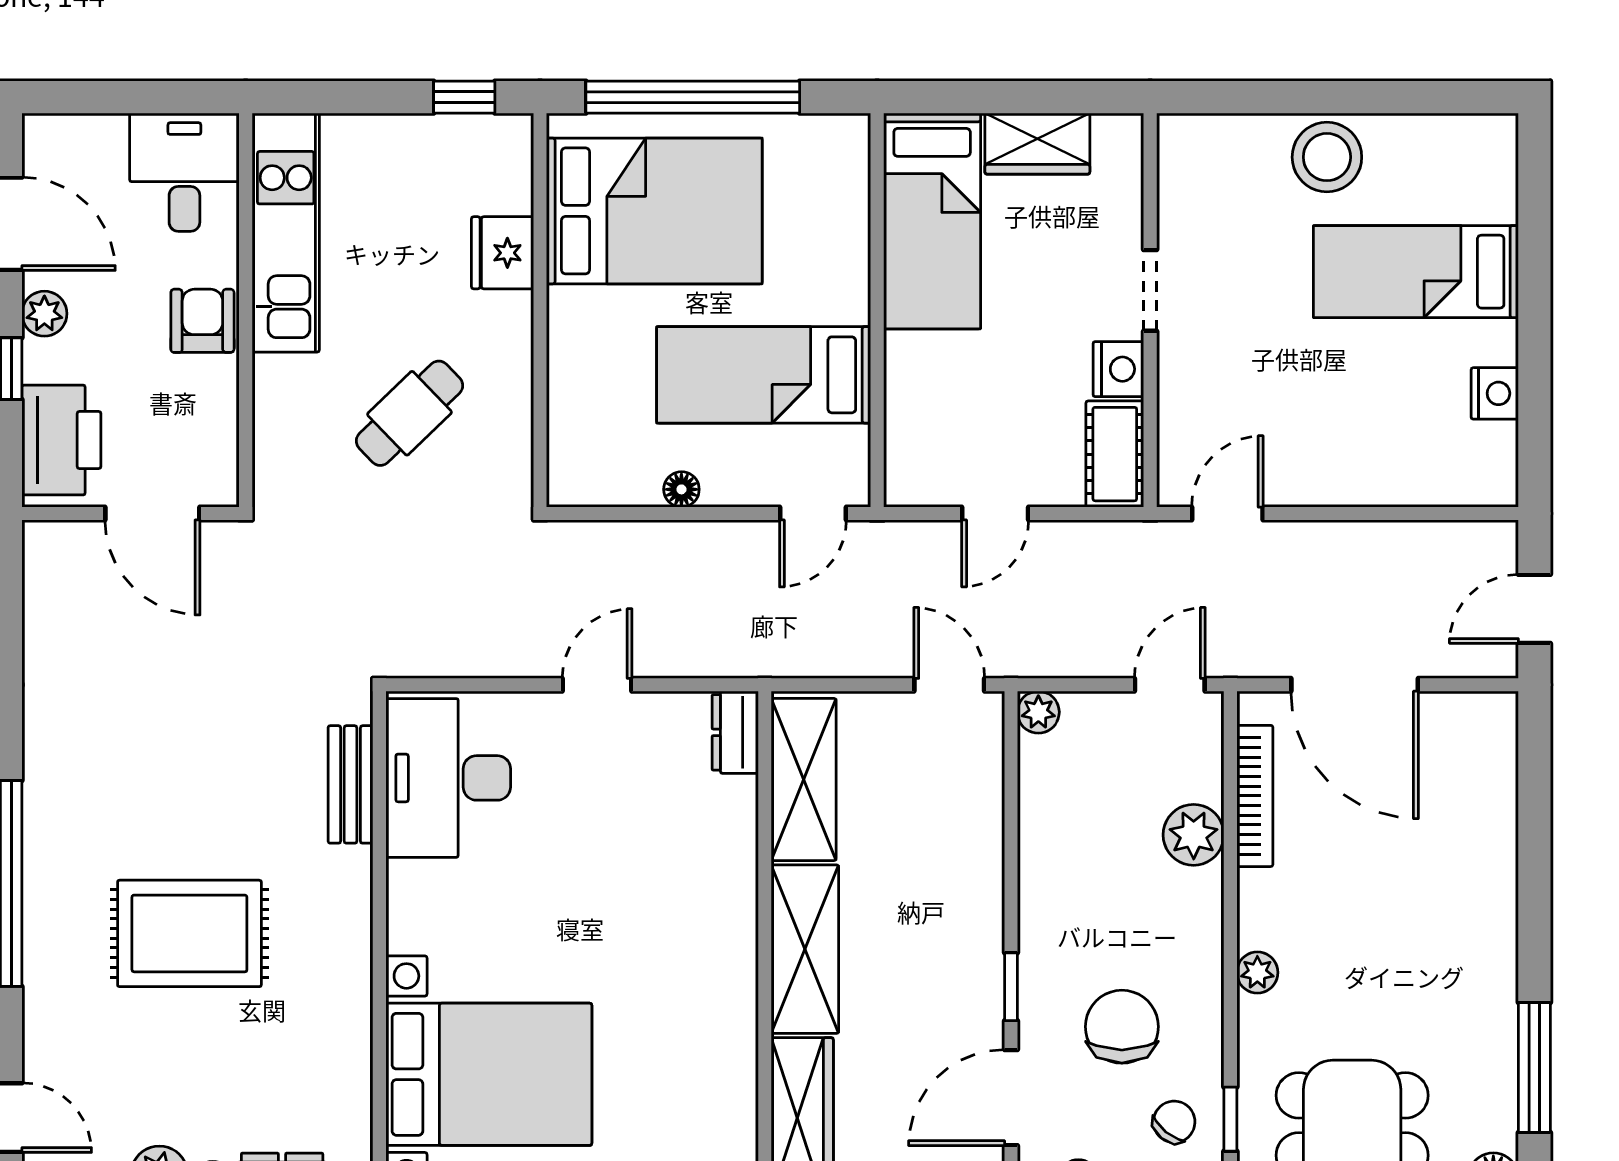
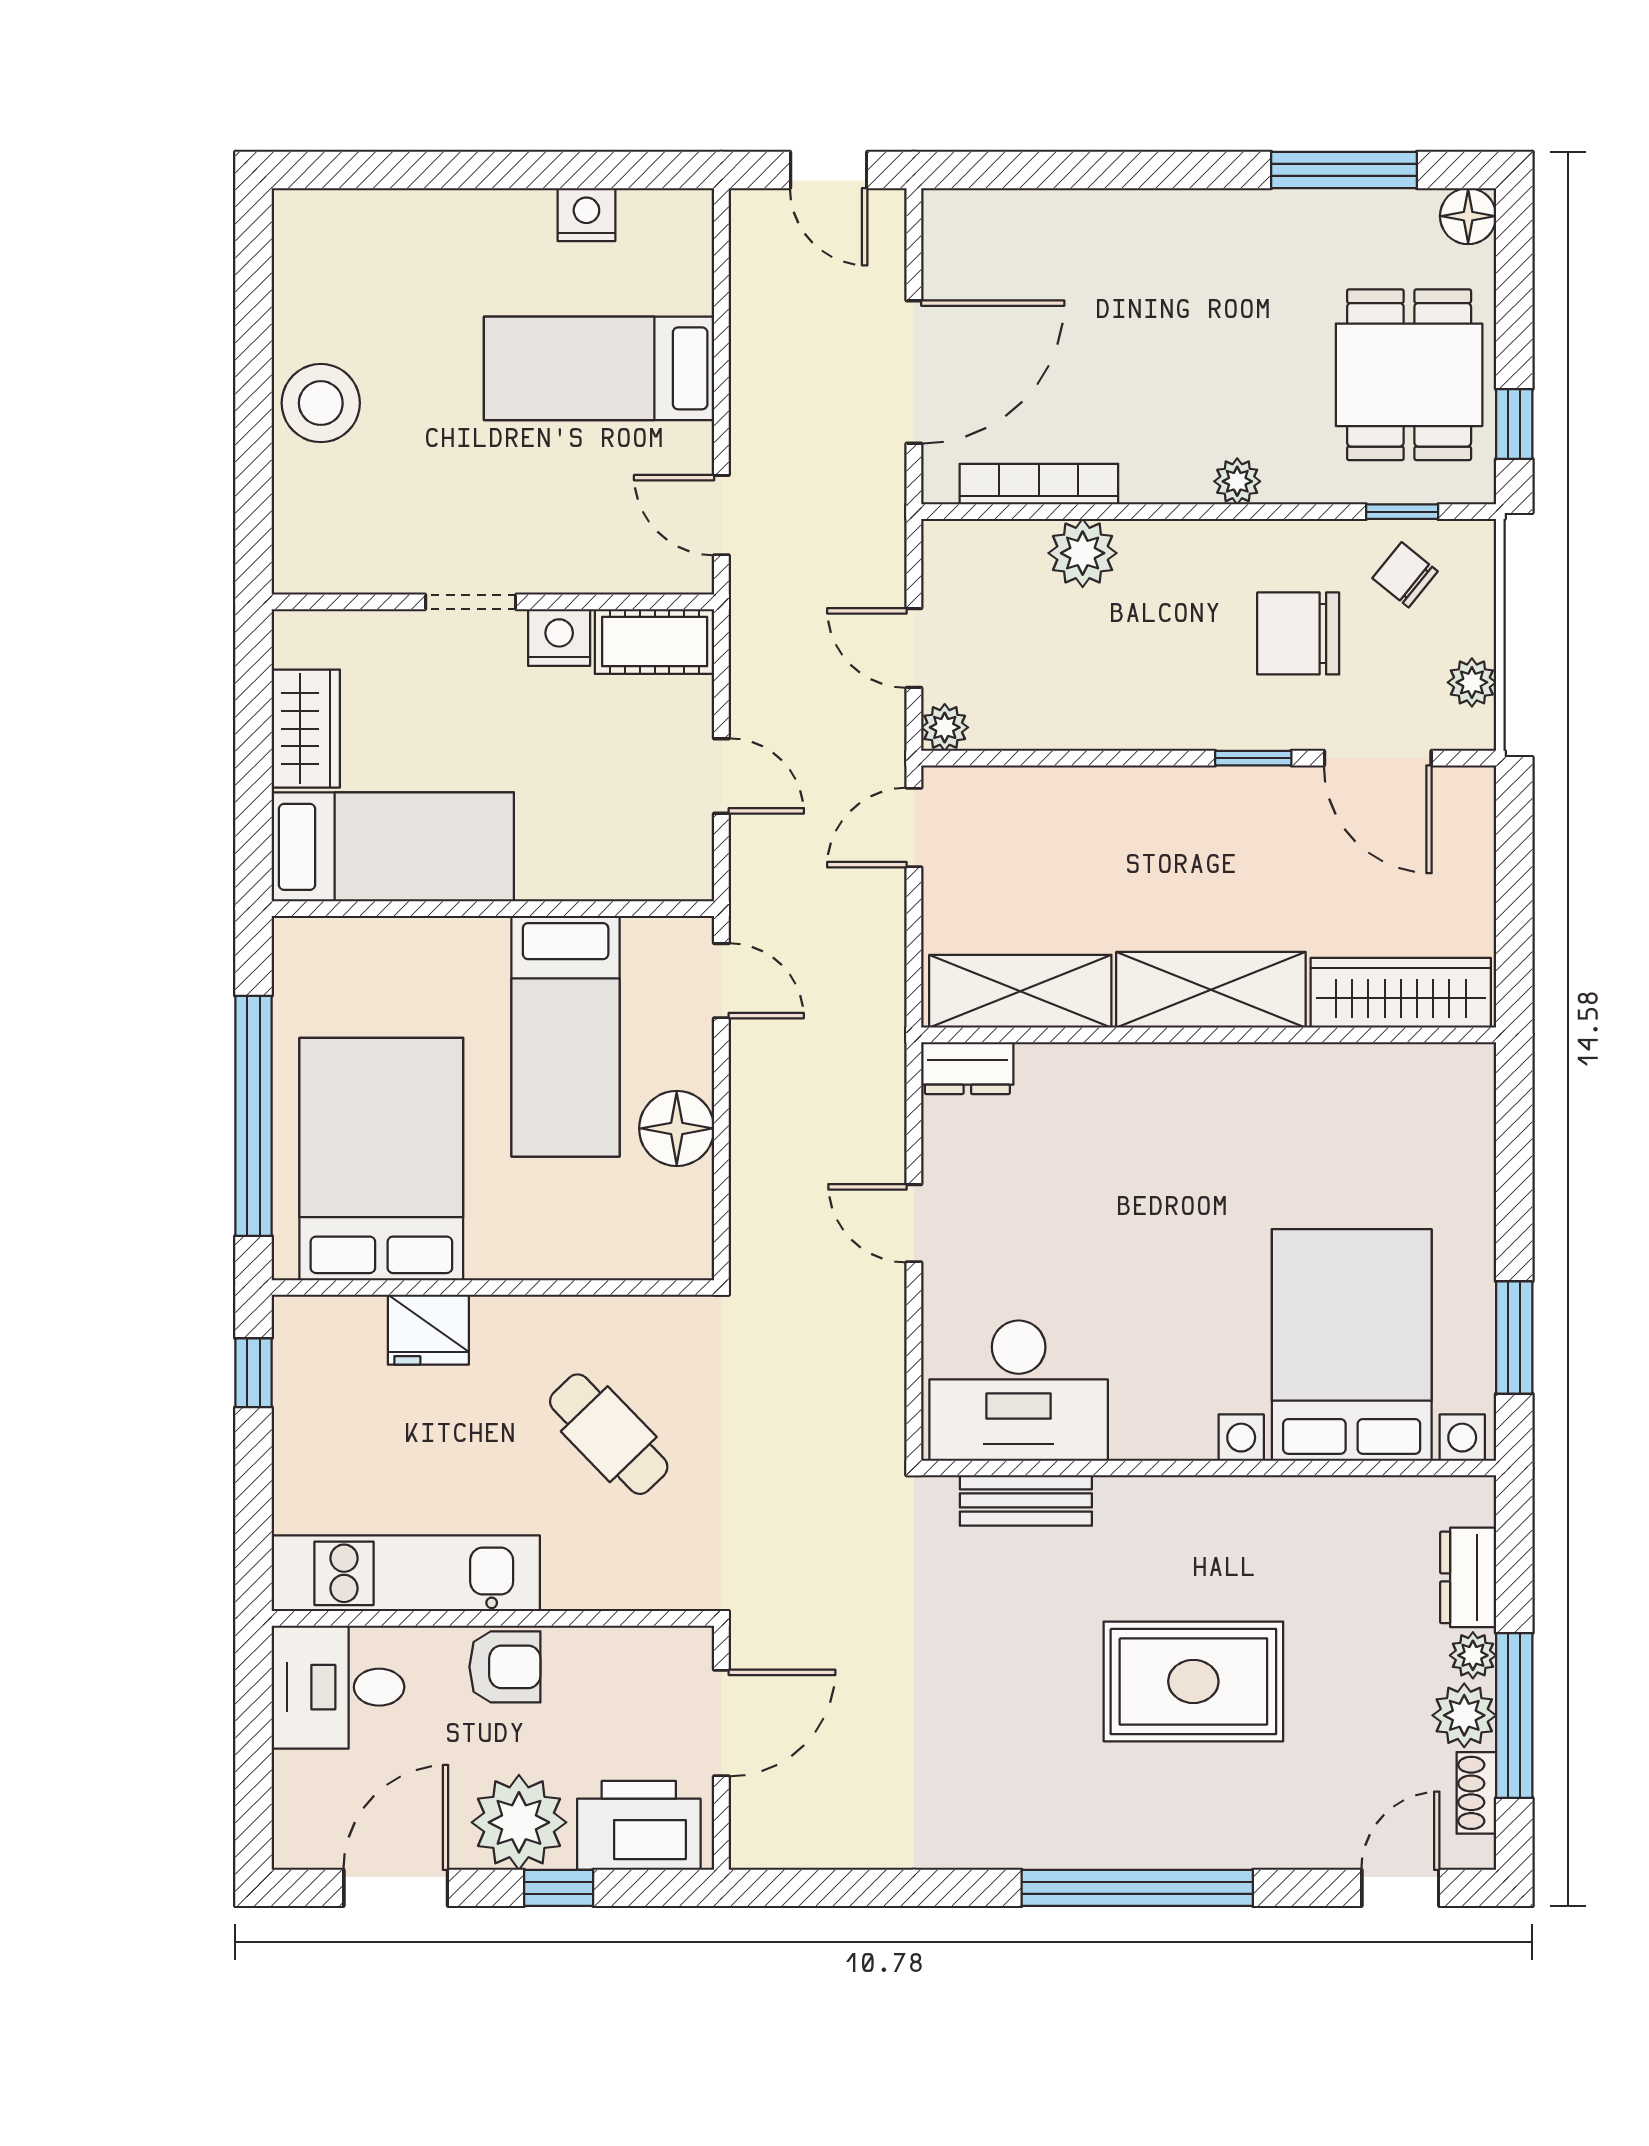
bed: (1416, 272) -> (599, 368), moved, turned 90
plant: (44, 314) -> (519, 1822), width x1.88, depth x1.88
armchair: (202, 321) -> (505, 1667), turned 180
floor lamp: (681, 489) -> (677, 1128), width x1.89, depth x1.89
door: (1170, 685) -> (914, 648), moved
rug: (189, 933) -> (1193, 1681), turned 90

